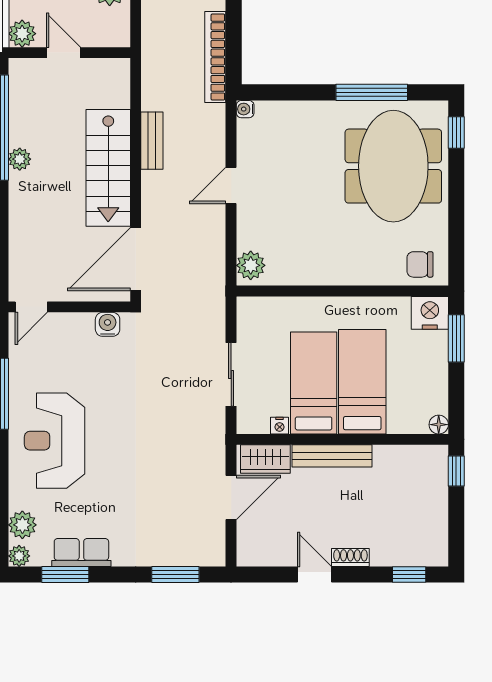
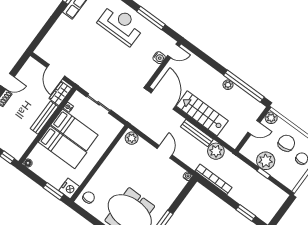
plant: (160, 91) -> (216, 151), added
bench: (152, 141) -> (197, 133), width x1.36
door: (31, 307) -> (173, 51), swing flipped
water cooler: (108, 324) -> (159, 58), moved
window: (175, 575) -> (43, 33), removed

